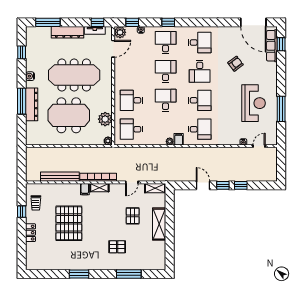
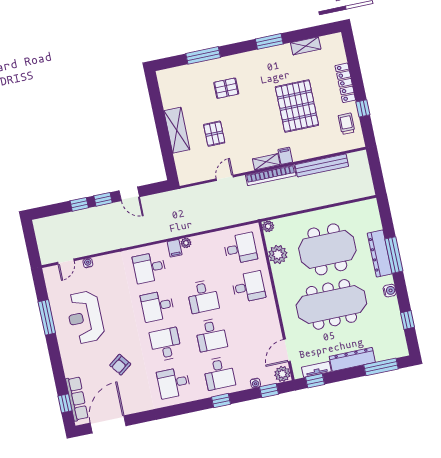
door: (253, 22) -> (108, 424), hinge flipped
shelving: (155, 188) -> (306, 46), moved
locker: (30, 233) -> (345, 83), width x1.53

